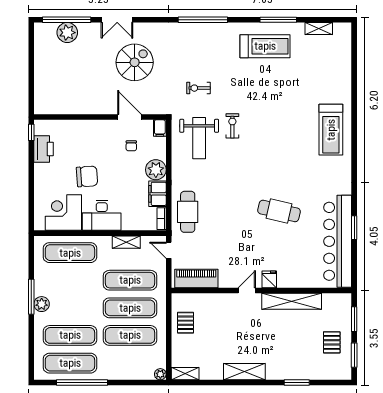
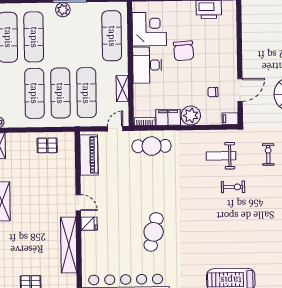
weight bench: (199, 138) -> (221, 156), width x0.73, depth x0.75

